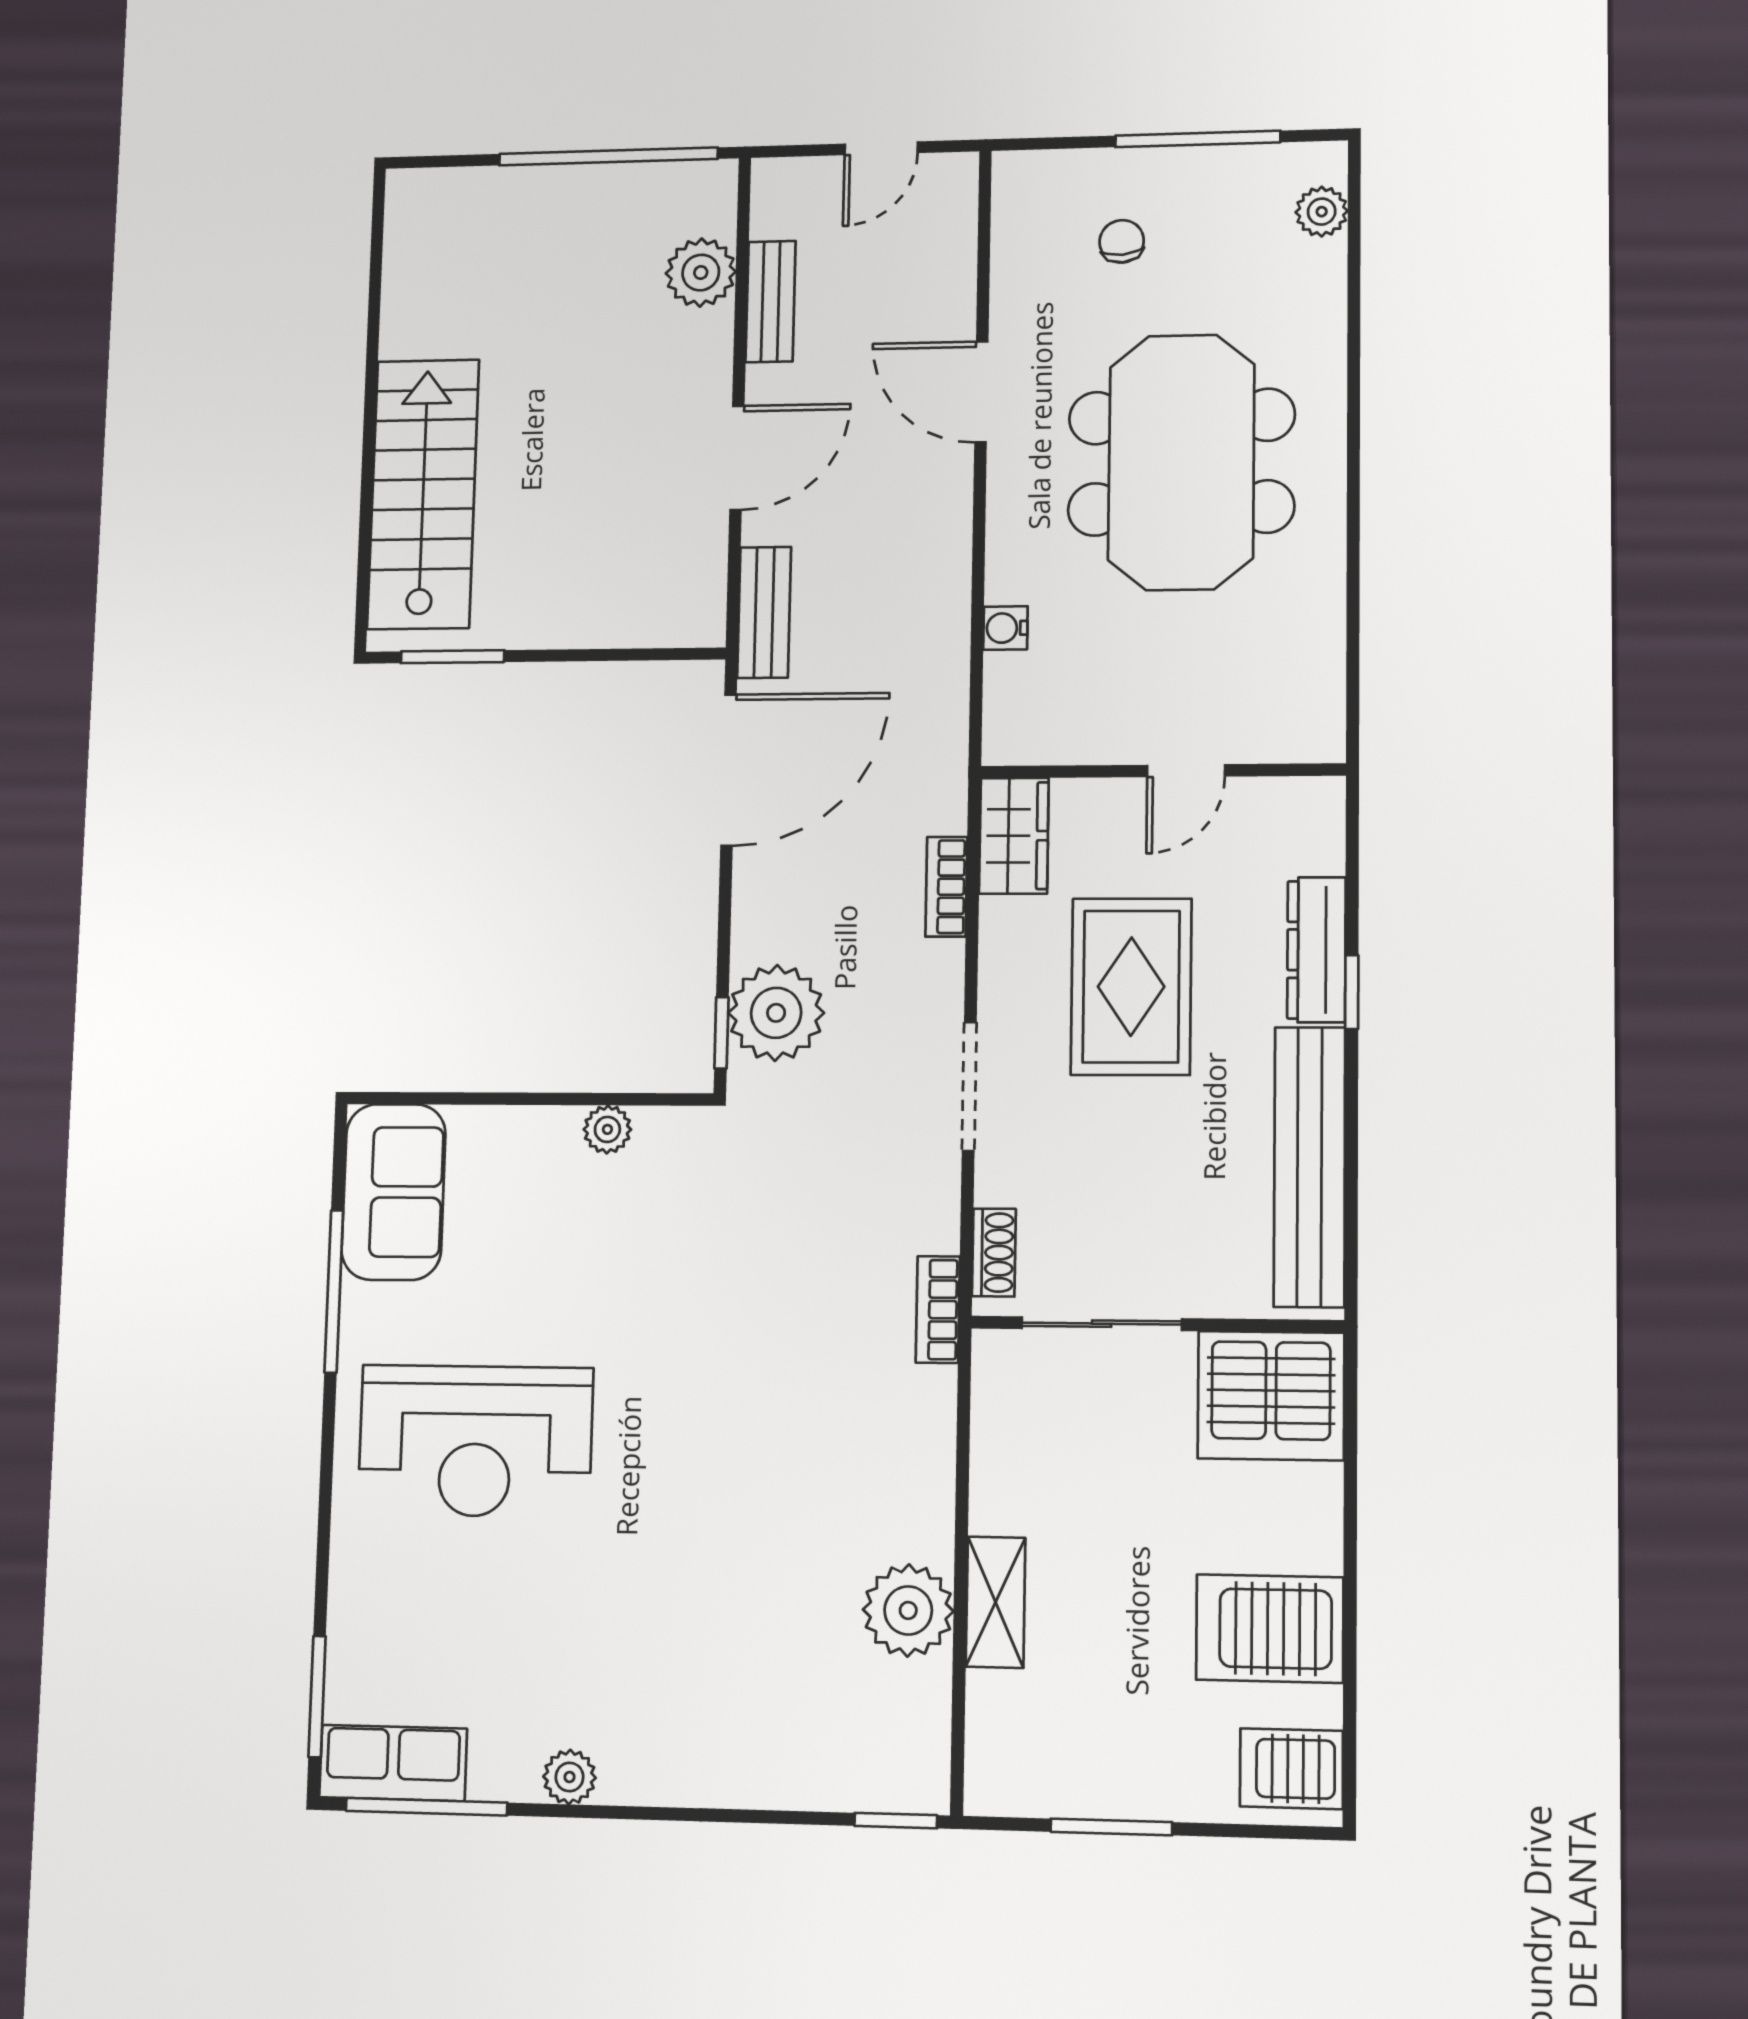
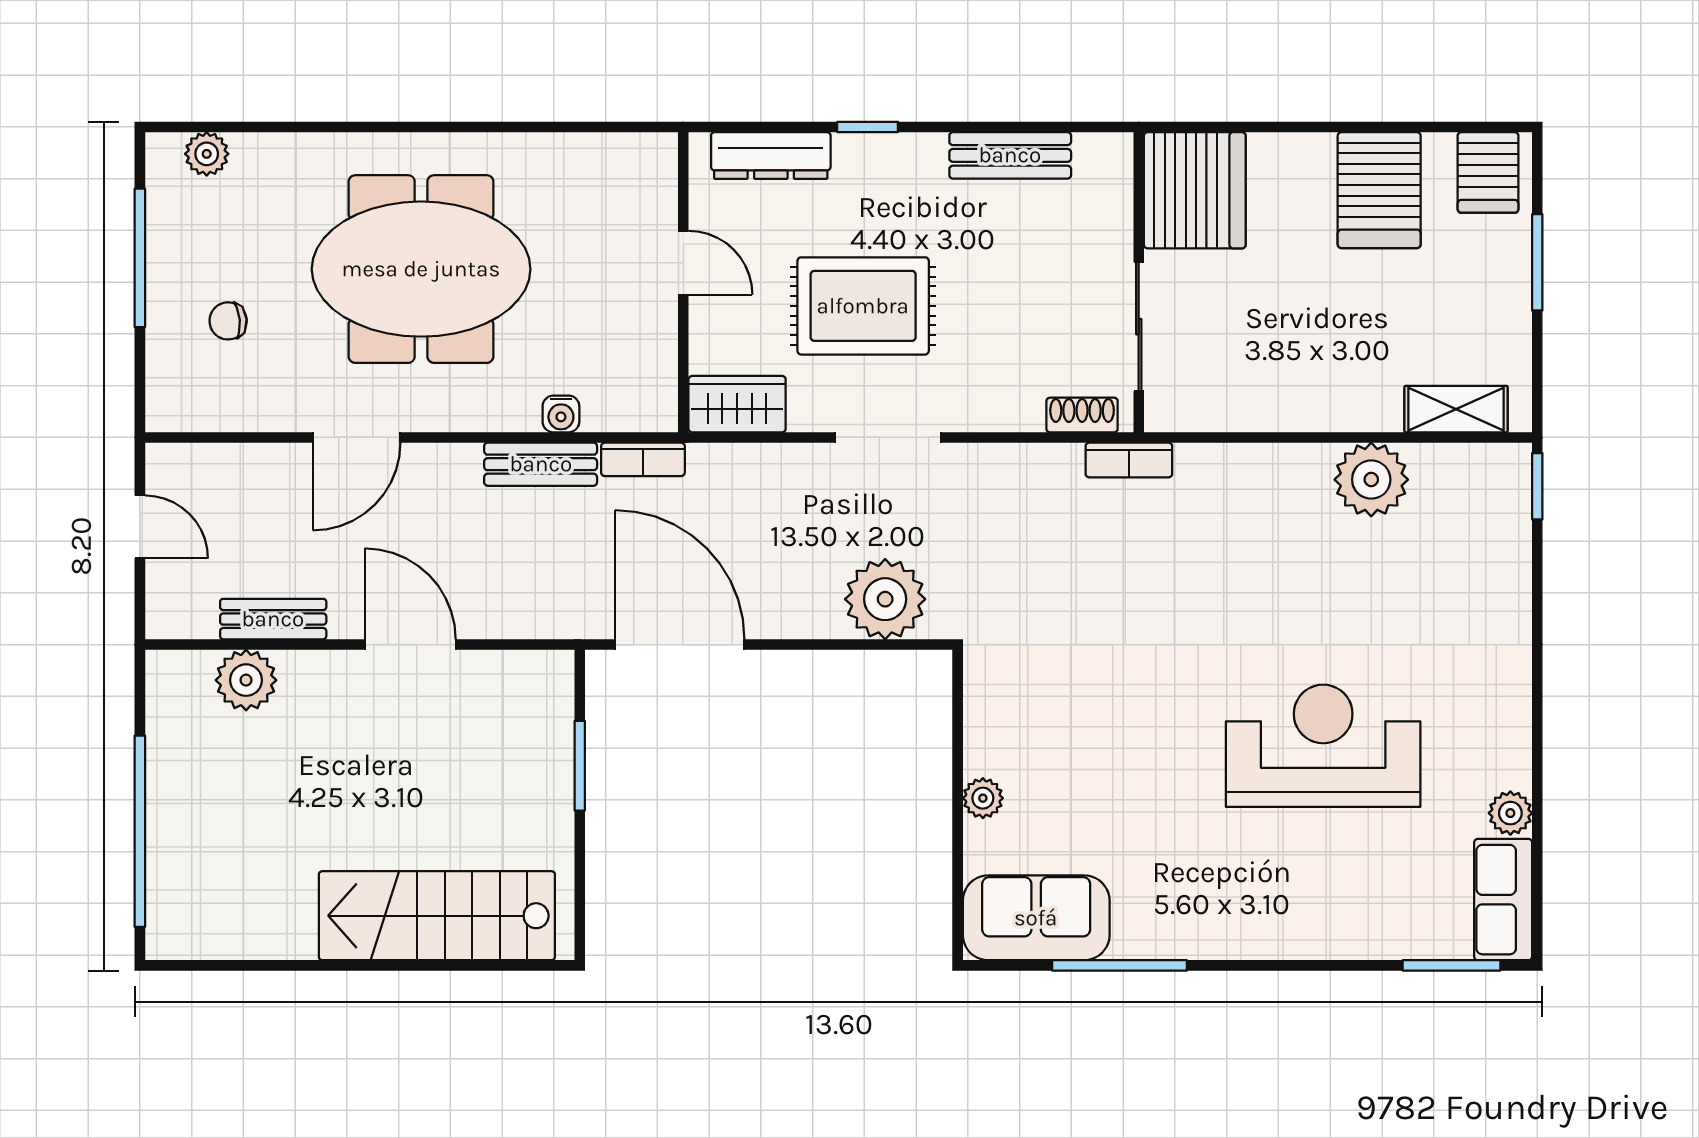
window: (608, 156) -> (140, 831), moved
bench: (764, 612) -> (541, 464), moved
window: (453, 657) -> (580, 766), moved
bookcase: (946, 887) -> (643, 459), moved
dresser: (1316, 950) -> (771, 156), moved
window: (721, 1033) -> (902, 645), removed
doorway: (969, 1087) -> (888, 437), moved
plant: (607, 1129) -> (983, 798), moved
bench: (1310, 1167) -> (1010, 155), width x0.54, depth x0.82
reception desk: (475, 1441) -> (1323, 746), moved, turned -90
shelving: (996, 1602) -> (1456, 409), moved
plant: (569, 1777) -> (1510, 813), moved
window: (426, 1807) -> (1537, 870), removed
window: (1111, 1827) -> (1537, 262), moved

